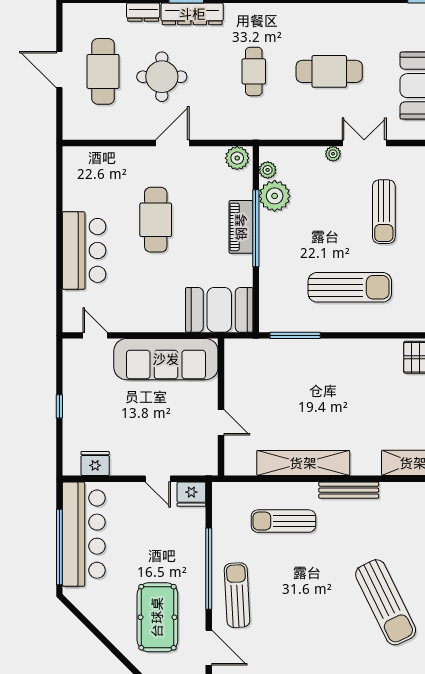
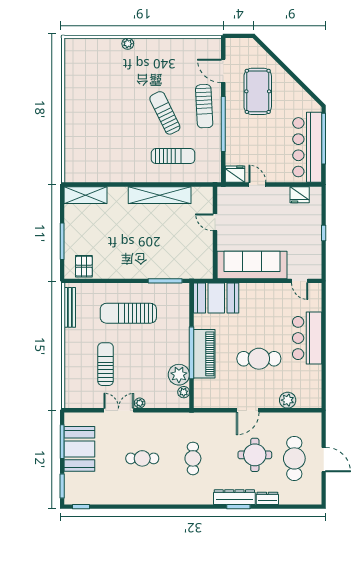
cafe table: (329, 71) -> (142, 458), width x0.73, depth x0.74
double door: (364, 143) -> (119, 410), swing flipped
plant: (237, 158) -> (288, 400), moved
cafe table: (156, 220) -> (259, 359), turned 90
piano: (241, 227) -> (204, 354), width x1.37, depth x1.33
bench: (349, 490) -> (129, 177), removed
sun lounger: (386, 602) -> (165, 113), moved, width x0.73, depth x0.75

